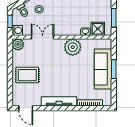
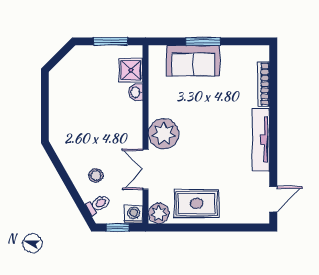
plant: (73, 47) -> (164, 134), moved
sofa: (103, 69) -> (193, 61), width x0.73
rug: (27, 75) -> (197, 203), moved, turned 90

